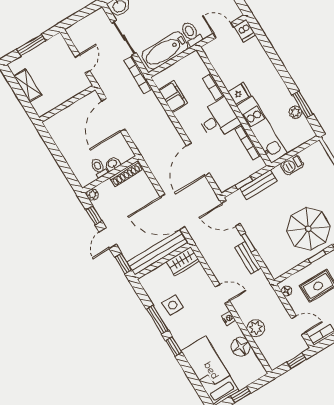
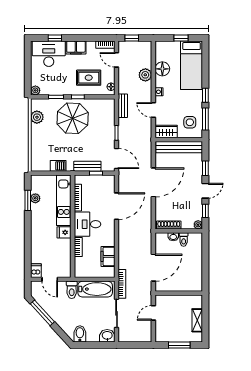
door: (172, 212) -> (153, 182), hinge flipped
bench: (157, 253) -> (179, 147), moved
bench: (248, 258) -> (123, 106), moved
wall: (163, 261) -> (179, 140), moved
wardrobe: (183, 261) -> (166, 131), moved

